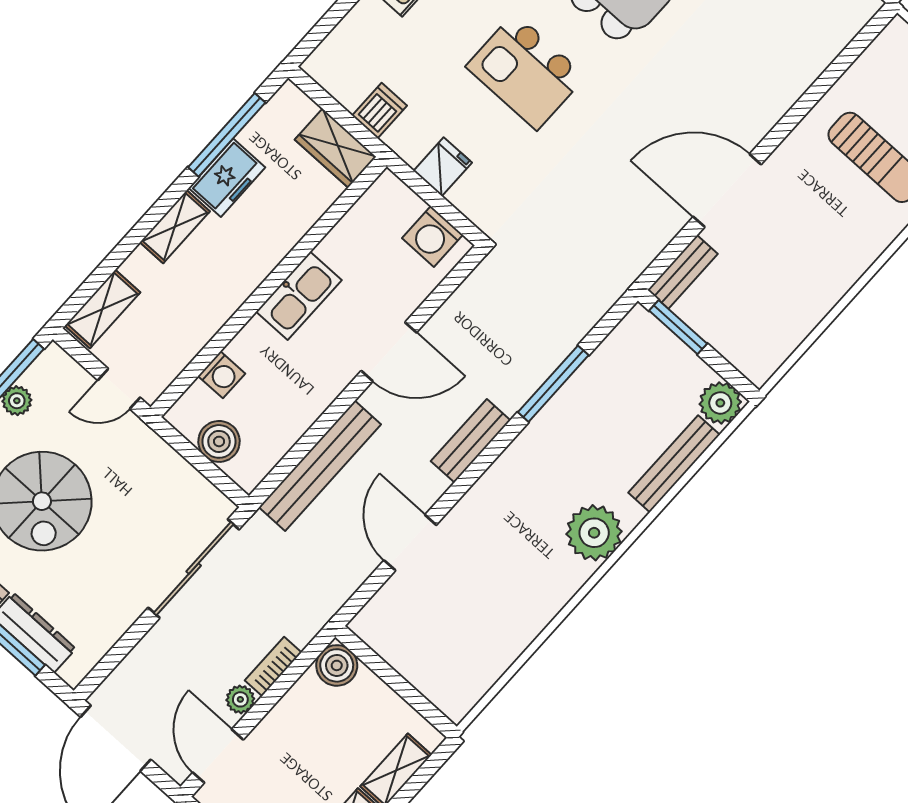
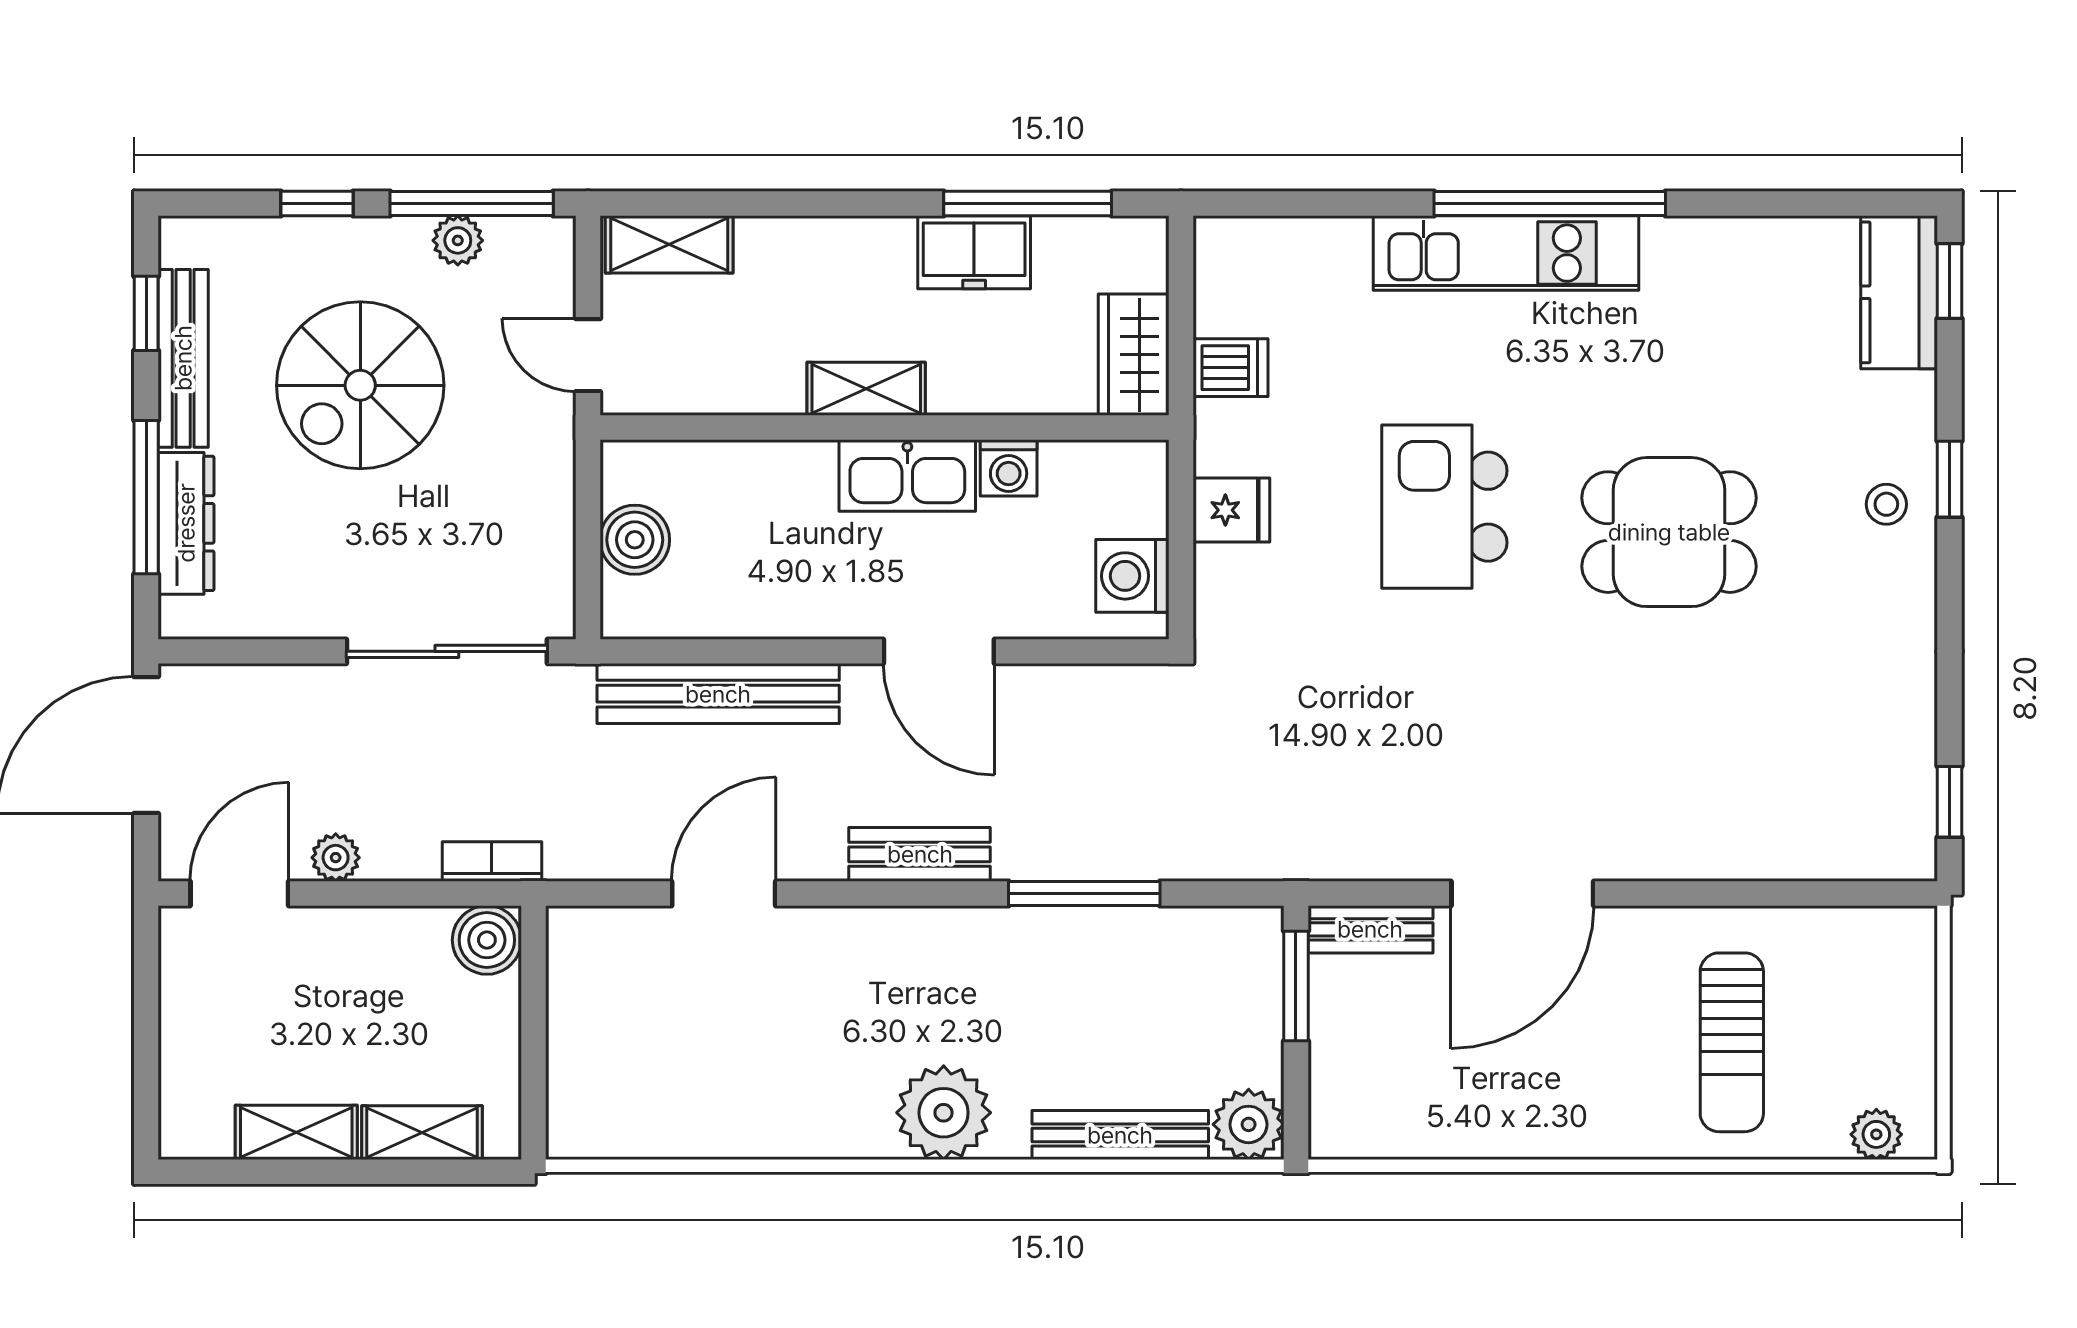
door: (727, 191) -> (1522, 893), swing flipped
shelving: (175, 227) -> (866, 389), moved
washing machine: (222, 375) -> (1009, 468), moved
bookcase: (273, 666) -> (492, 861), moved

